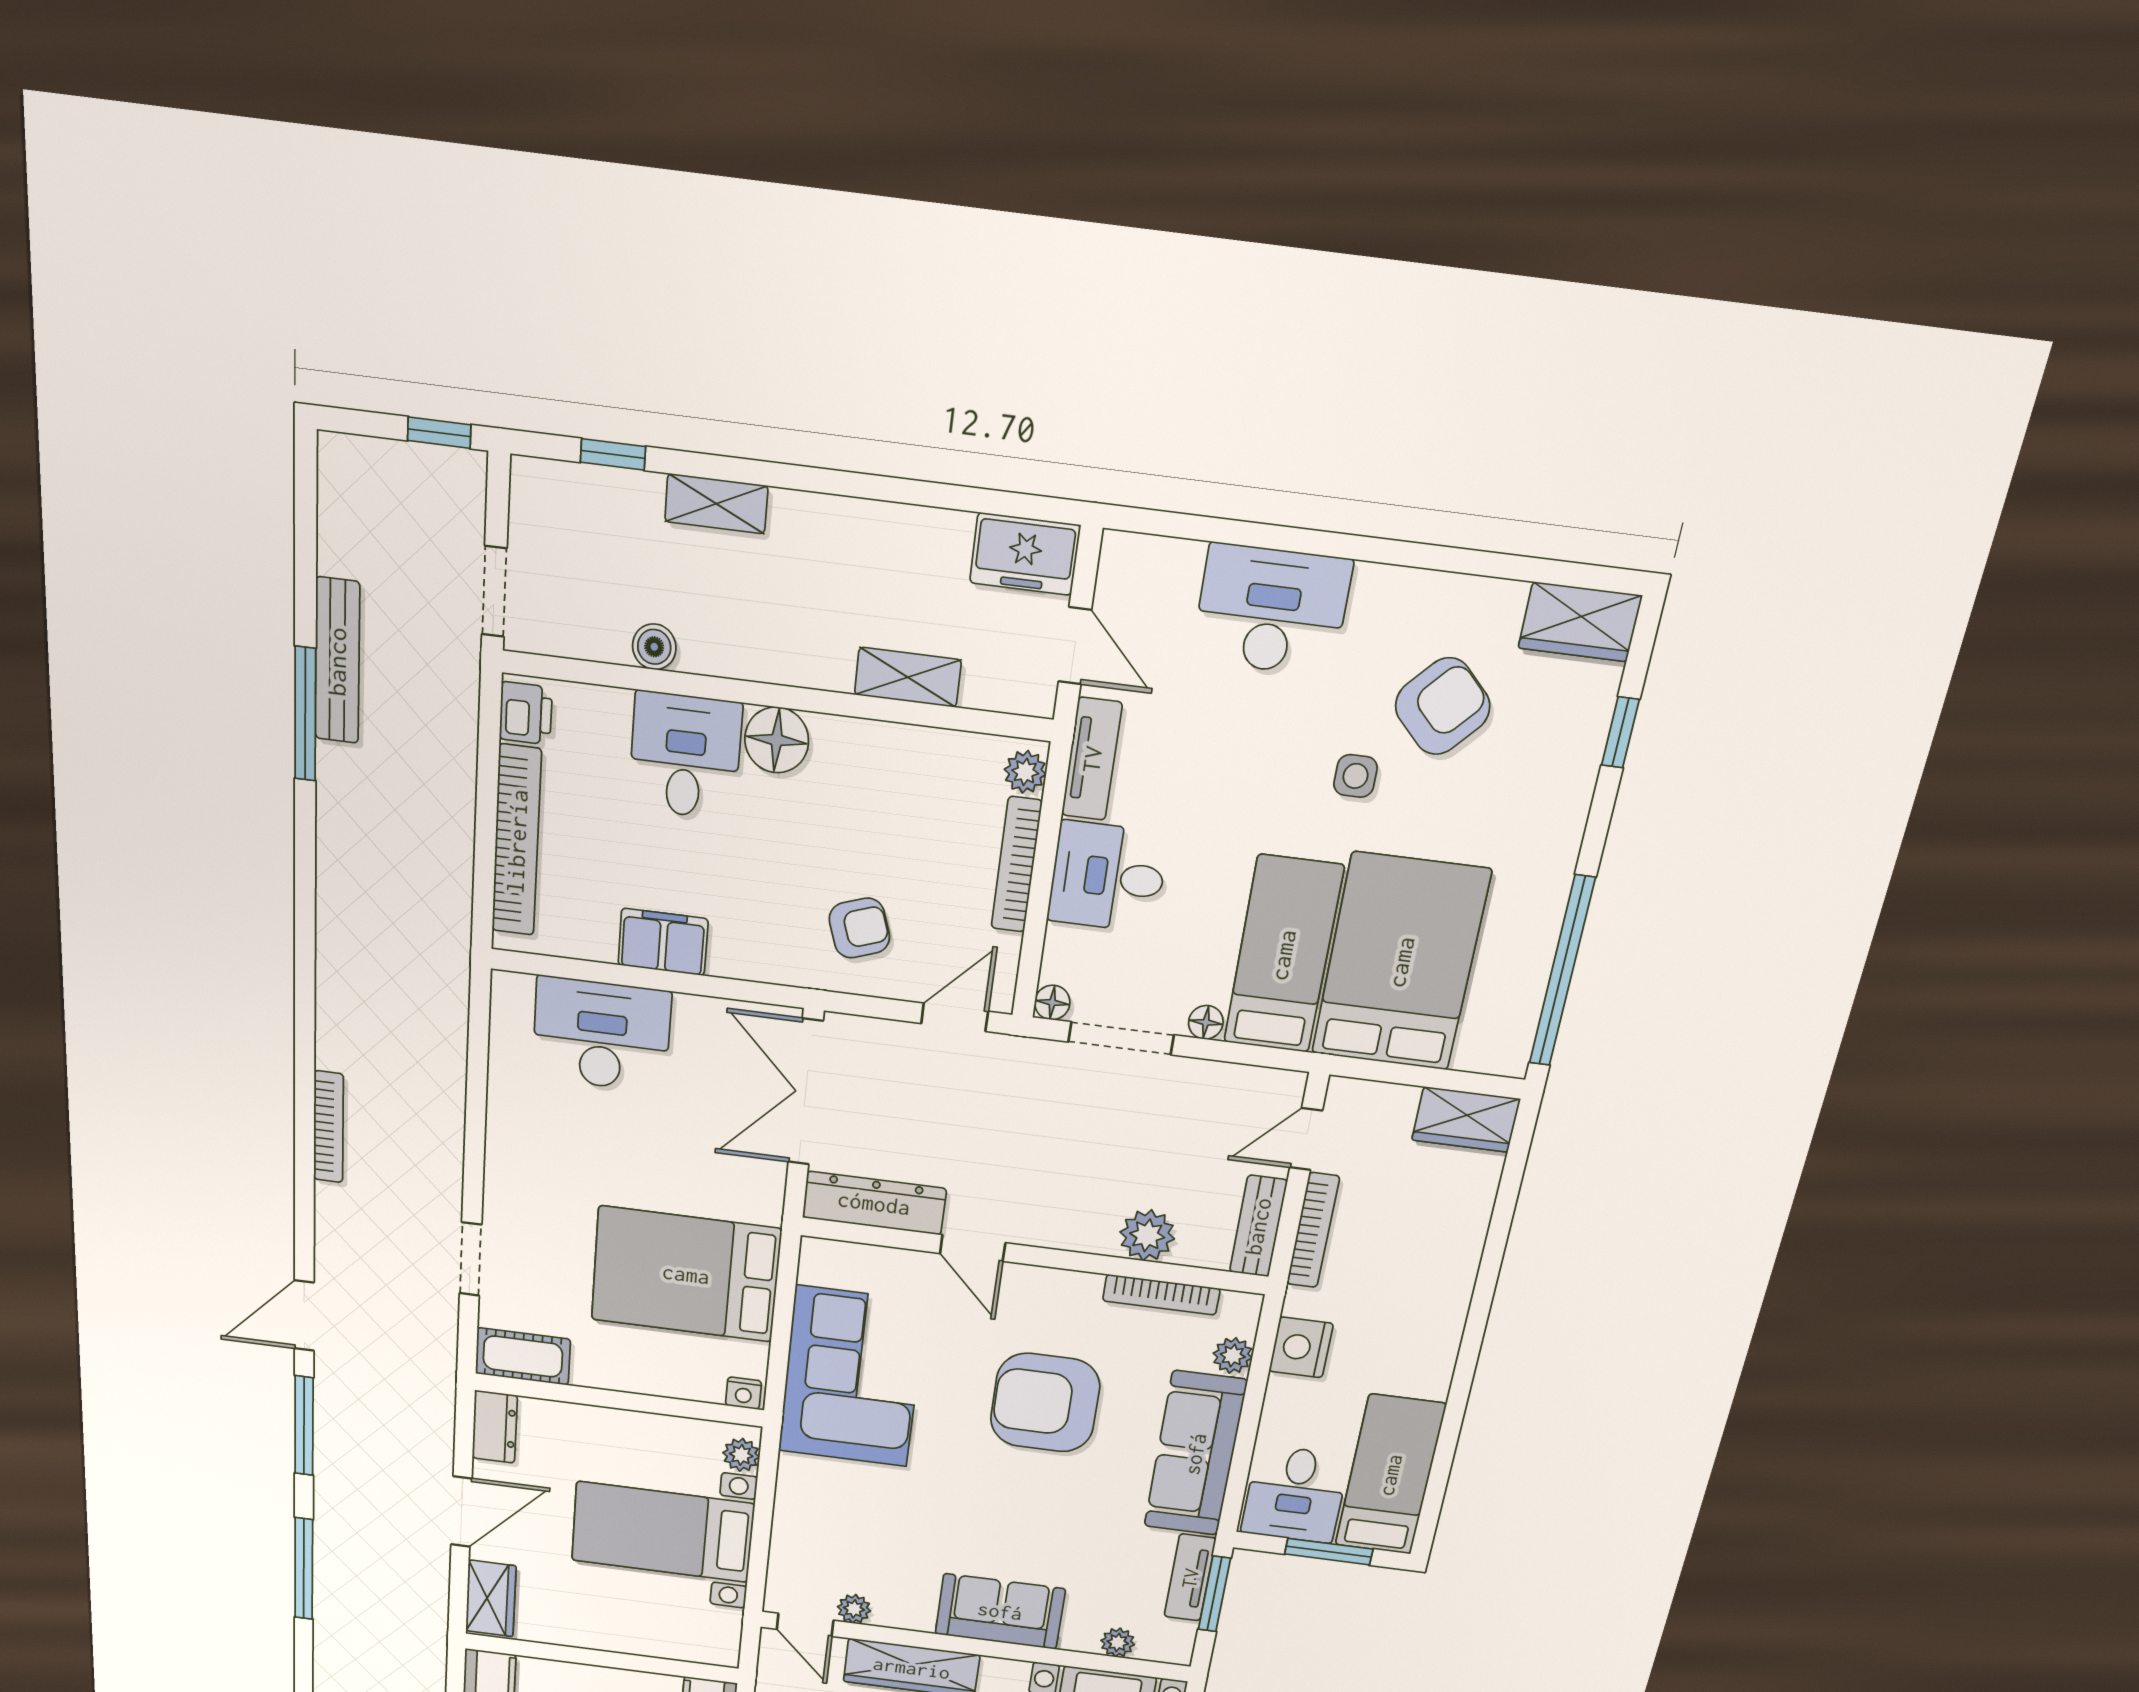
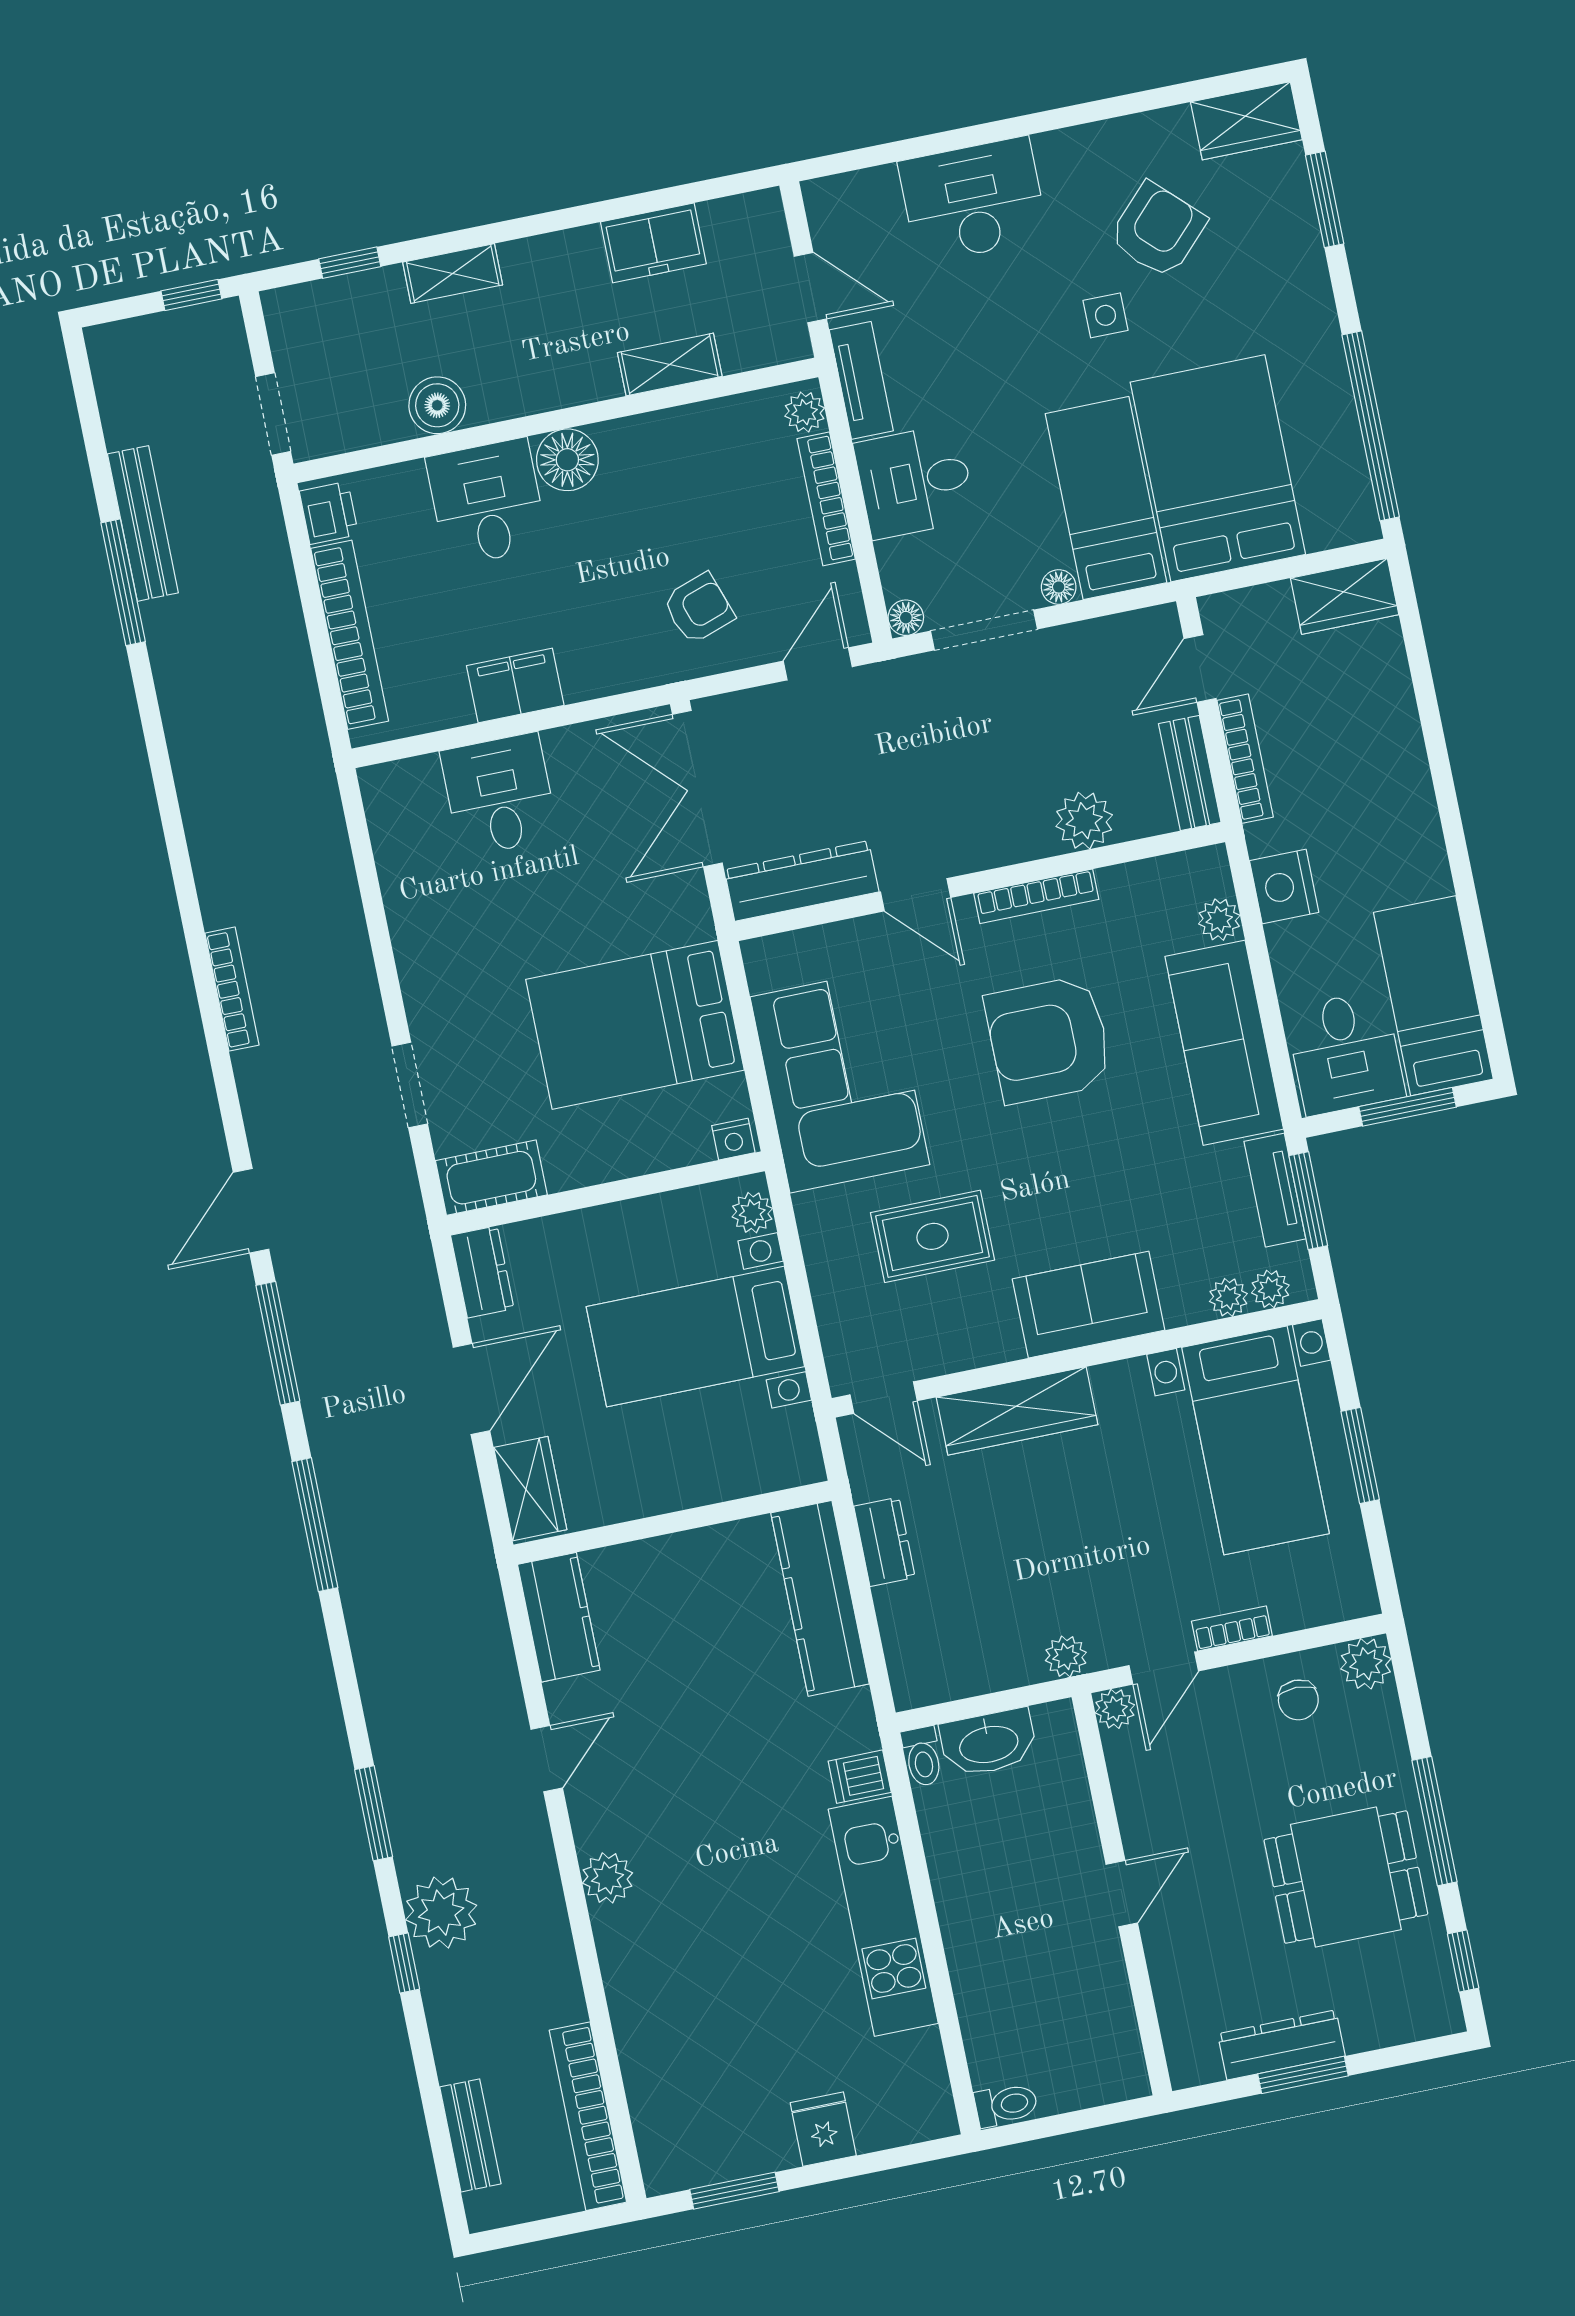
freezer: (1025, 554) -> (653, 243), moved
boiler: (654, 647) -> (437, 405), width x1.36, depth x1.36
window: (1620, 732) -> (1325, 199), width x1.50
desk: (602, 1035) -> (499, 795), width x0.73
bookcase: (1161, 1295) -> (1036, 896), moved
rug: (889, 1521) -> (932, 1236), added
plant: (854, 1609) -> (1270, 1289), moved

